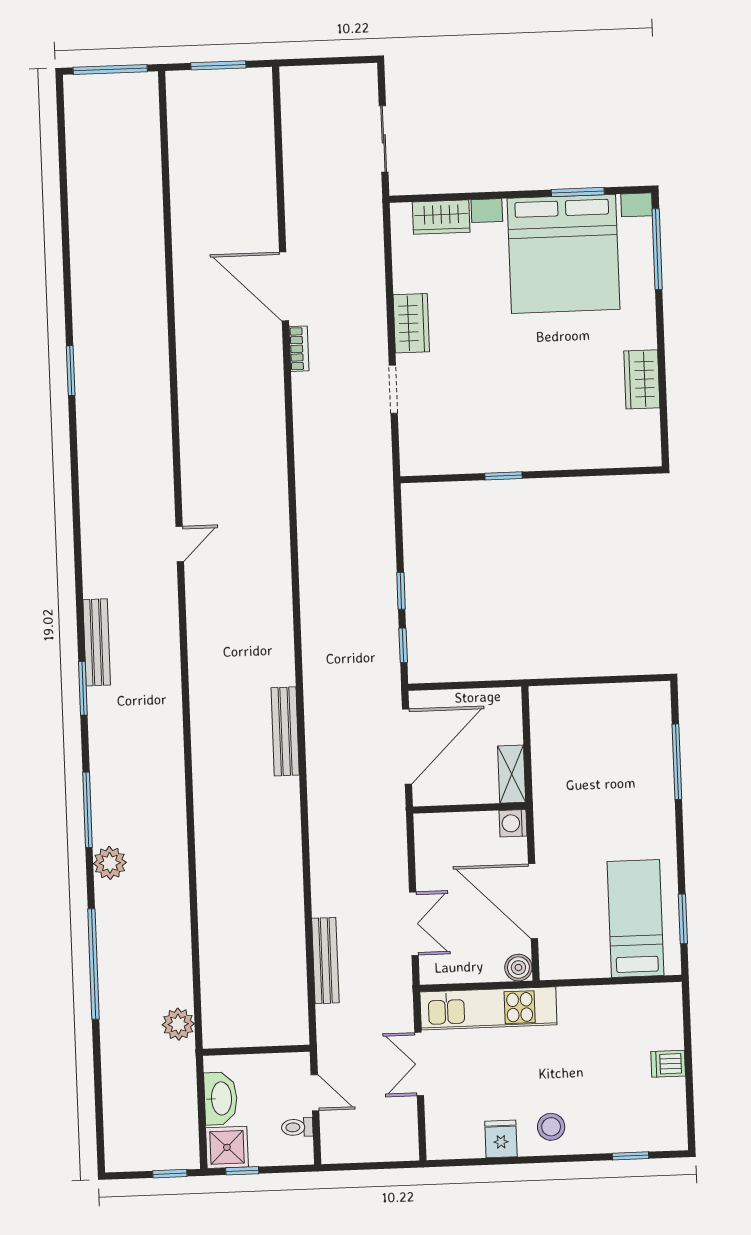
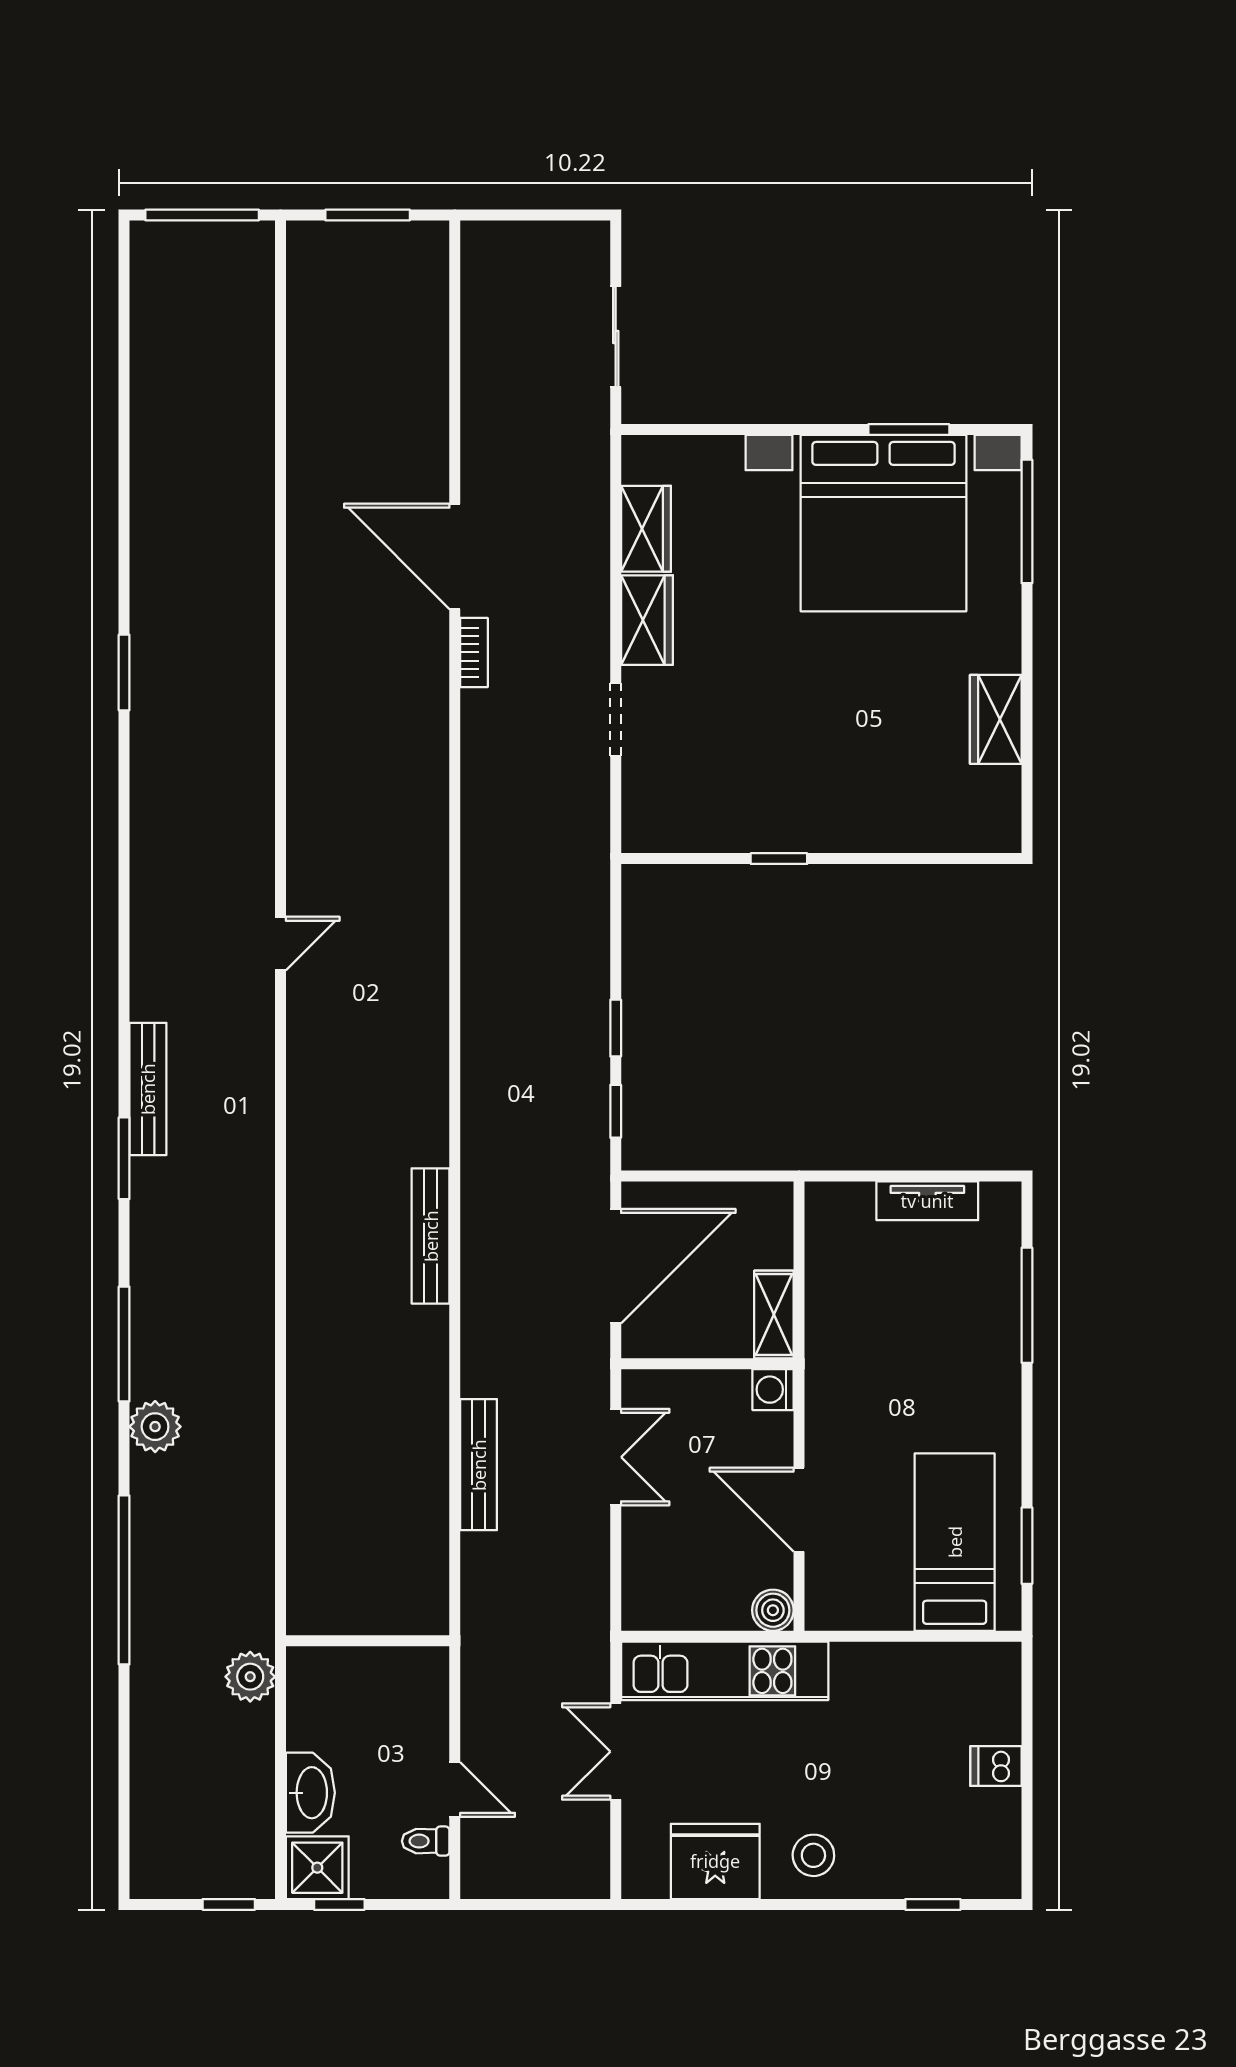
wardrobe: (441, 217) -> (646, 529), moved, turned -90
tv unit: (609, 696) -> (927, 1201), added
door: (533, 901) -> (799, 1510), width x0.73
double door: (414, 924) -> (616, 1457), moved
bench: (325, 961) -> (479, 1465), moved
wall: (256, 1050) -> (368, 1641), moved
fridge: (501, 1139) -> (715, 1861), width x1.88, depth x1.34

